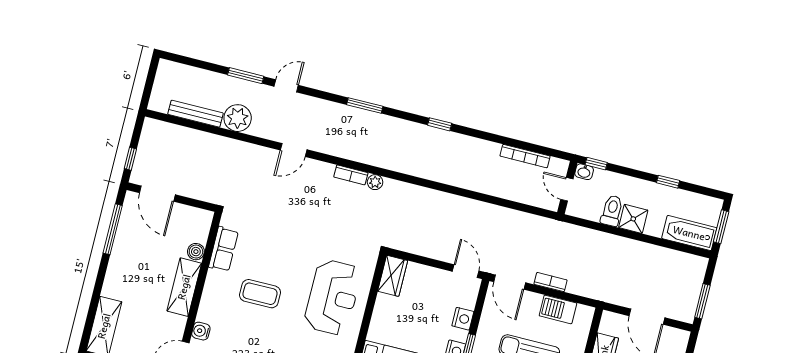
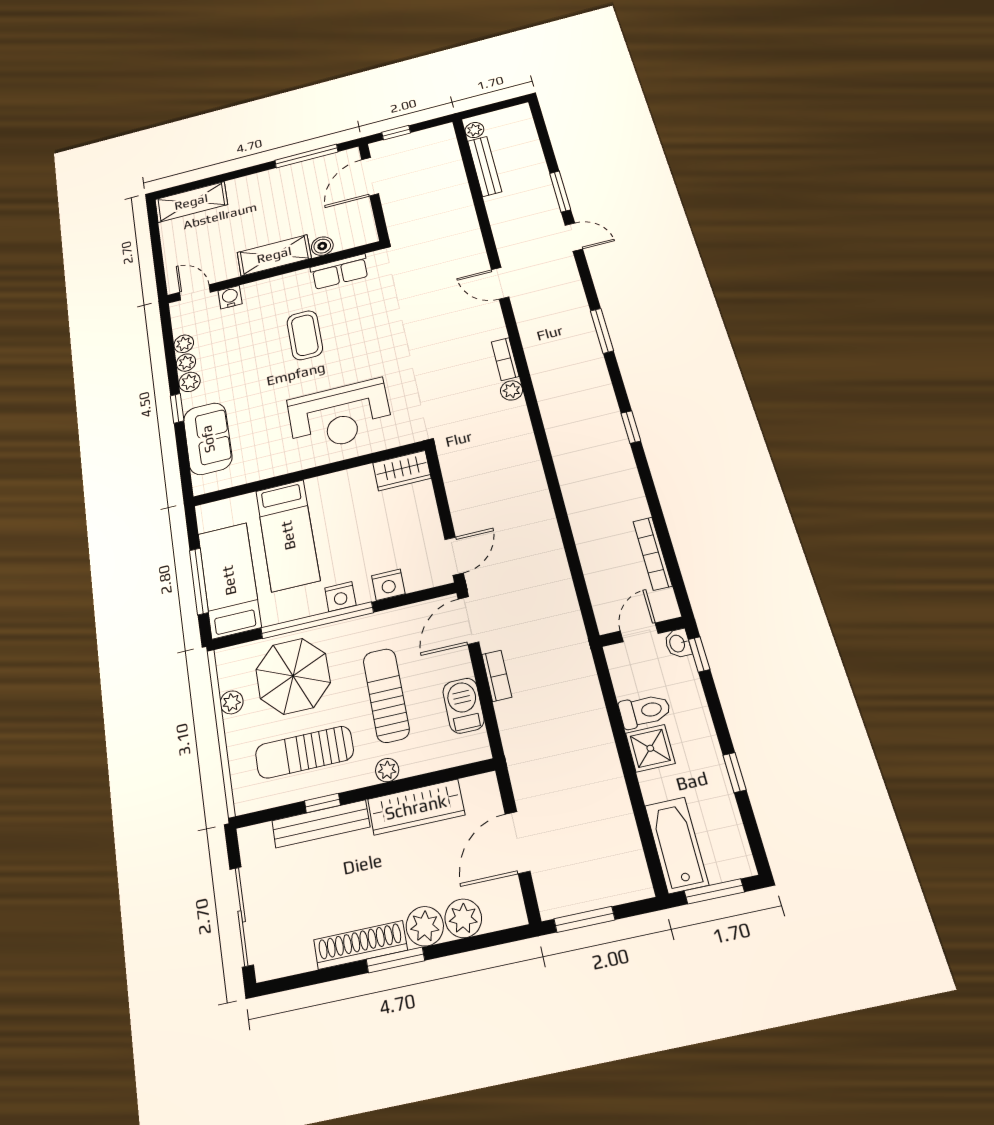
plant: (238, 118) -> (474, 130), moved, width x0.53, depth x0.53

